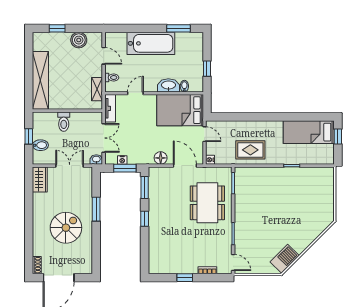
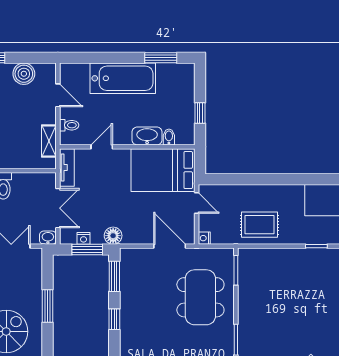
floor lamp: (161, 158) -> (113, 236), moved

